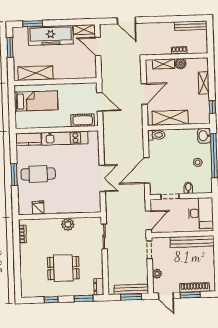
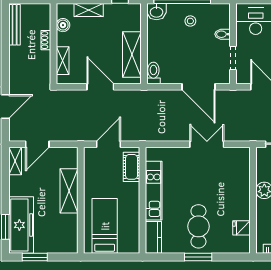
freezer: (51, 35) -> (21, 225), moved
boiler: (181, 64) -> (63, 25), moved
shelving: (36, 73) -> (69, 191), moved

